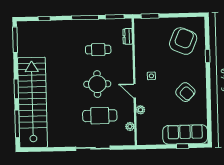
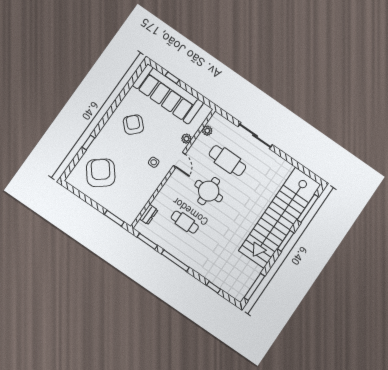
armchair: (183, 41) -> (101, 173), turned 119
sofa: (185, 134) -> (168, 94), width x1.36, depth x1.27

